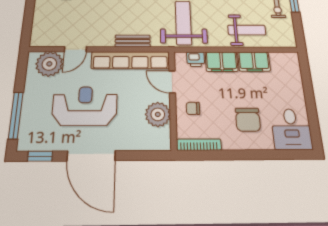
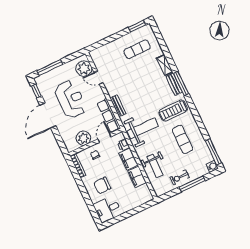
row of seats: (130, 60) -> (109, 116), width x0.73

